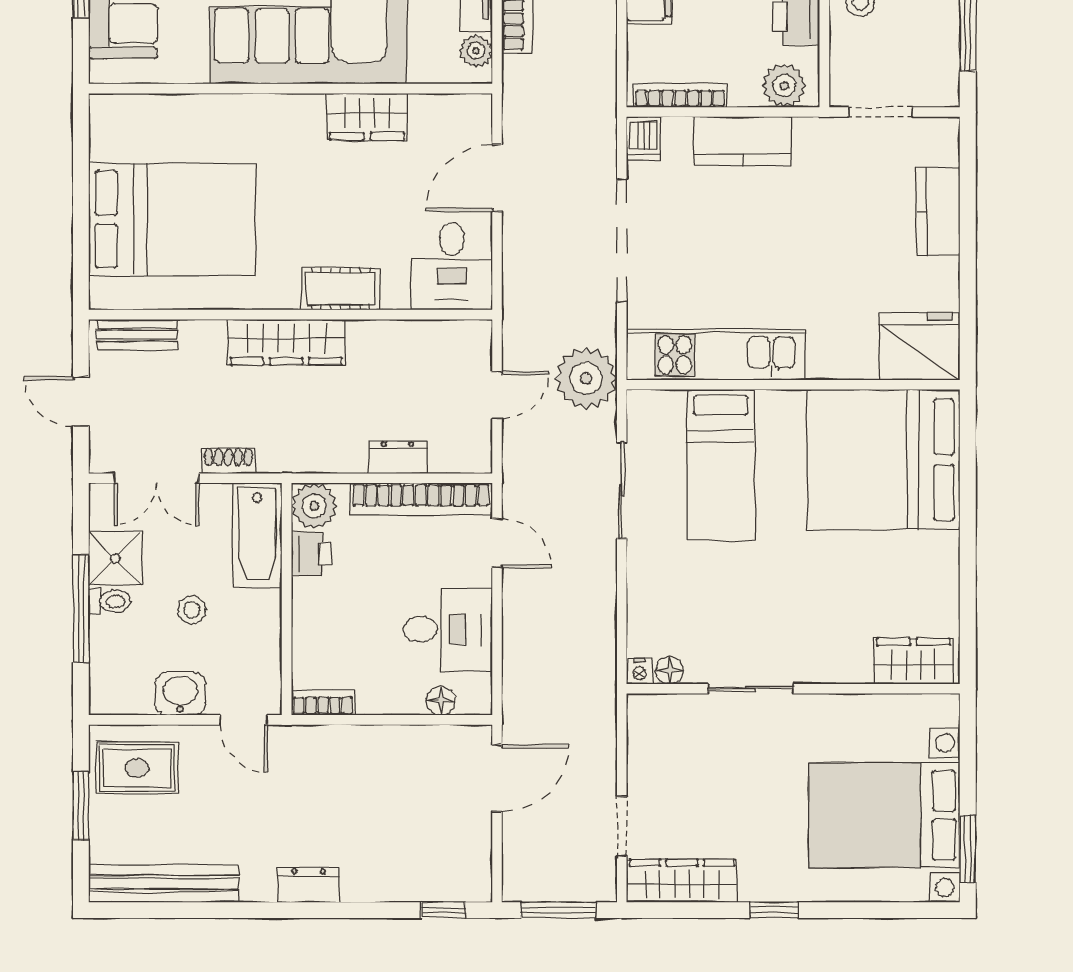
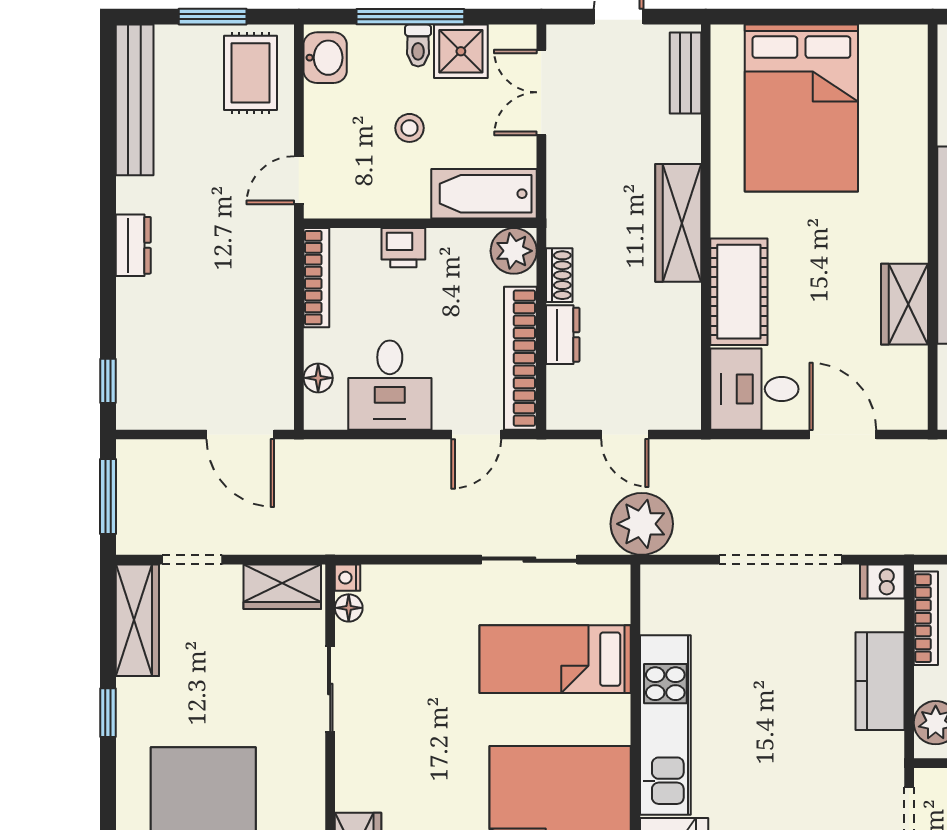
cot: (340, 289) -> (739, 292), width x1.37, depth x1.34
kitchen unit: (716, 355) -> (665, 725), moved
shoe rack: (228, 461) -> (559, 275), moved
printer: (311, 554) -> (403, 248), moved
washbasin: (180, 694) -> (325, 58), moved
bookcase: (323, 703) -> (316, 278), width x1.56
wardrobe: (649, 736) -> (282, 587), added

